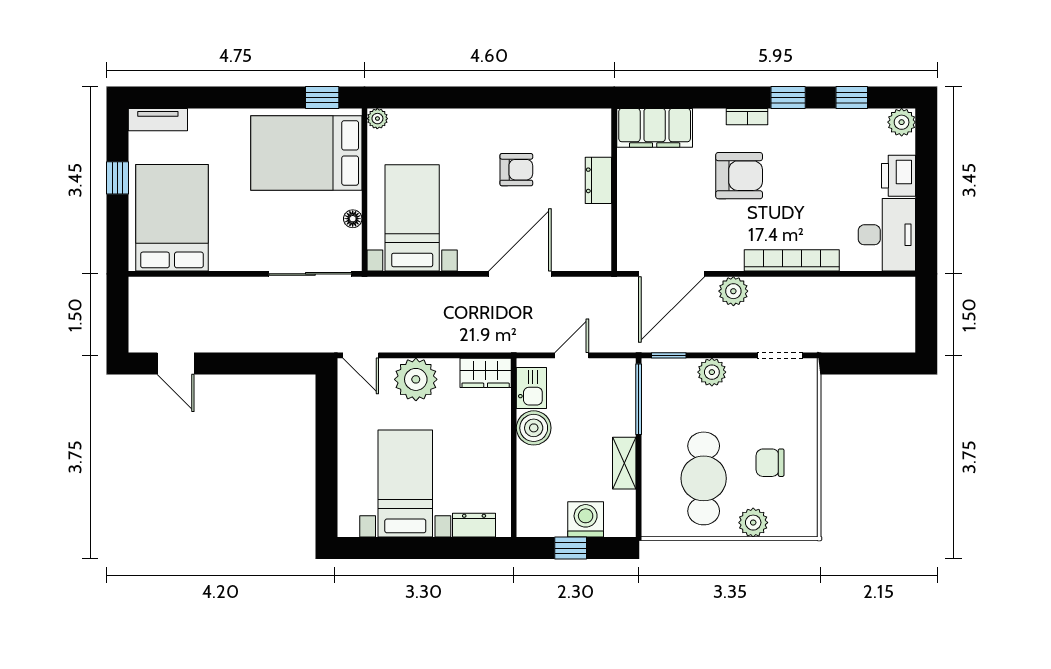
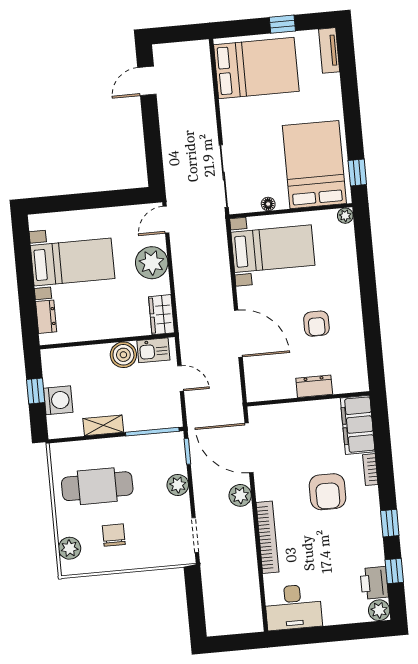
bookcase: (747, 117) -> (370, 470), moved
printer: (899, 176) -> (374, 583), moved, turned -90
plant: (753, 523) -> (70, 548), moved

